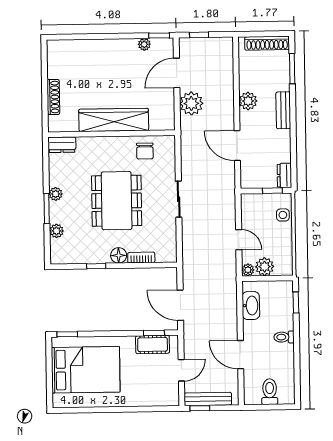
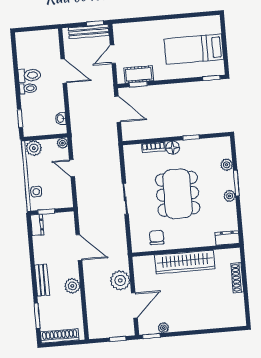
plant: (265, 267) -> (34, 148), moved
washbasin: (251, 306) -> (61, 119), width x0.52, depth x0.69
bed: (86, 370) -> (194, 49), width x0.67
toilet: (270, 392) -> (29, 75), moved, turned -90

